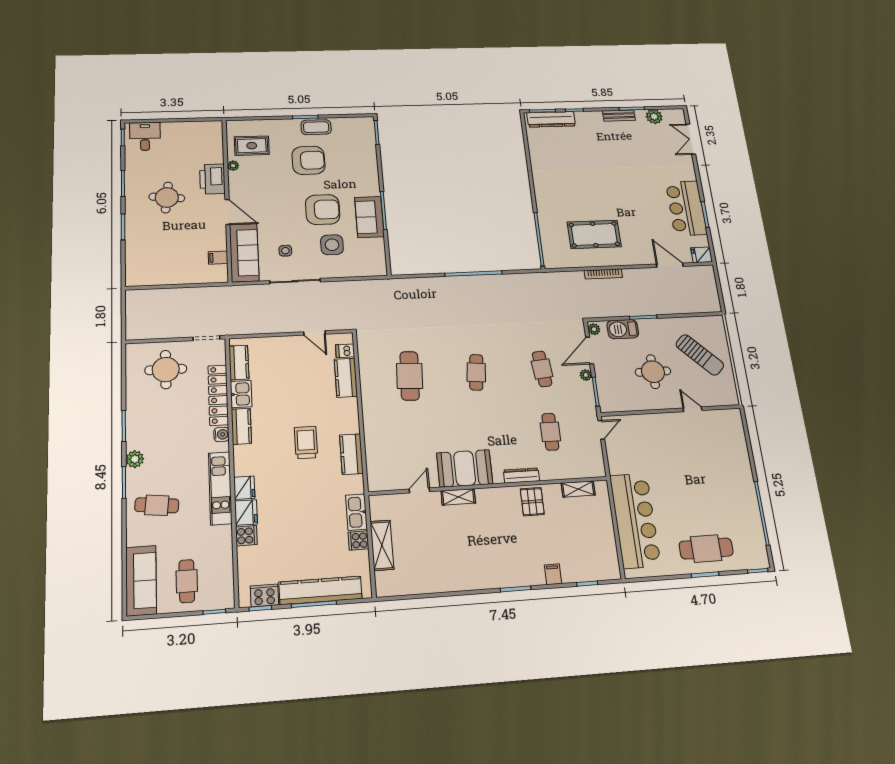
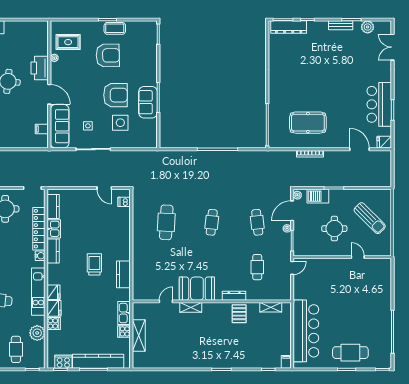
kitchen counter: (346, 378) -> (123, 221), removed
plant: (221, 552) -> (37, 333), added
filing cabinet: (553, 574) -> (286, 362), moved

